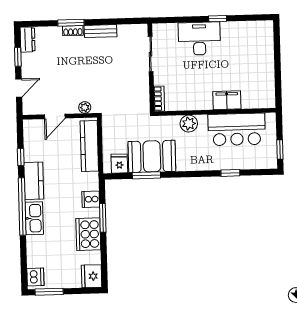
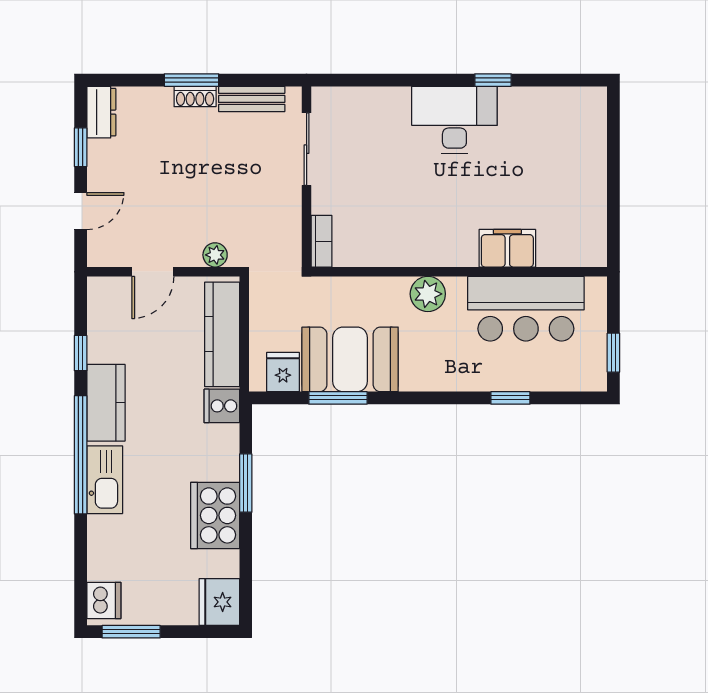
sliding door: (151, 54) -> (307, 149), moved
wall: (151, 68) -> (307, 177), moved
bookcase: (159, 99) -> (322, 241), moved
cooker: (91, 199) -> (222, 406), moved

